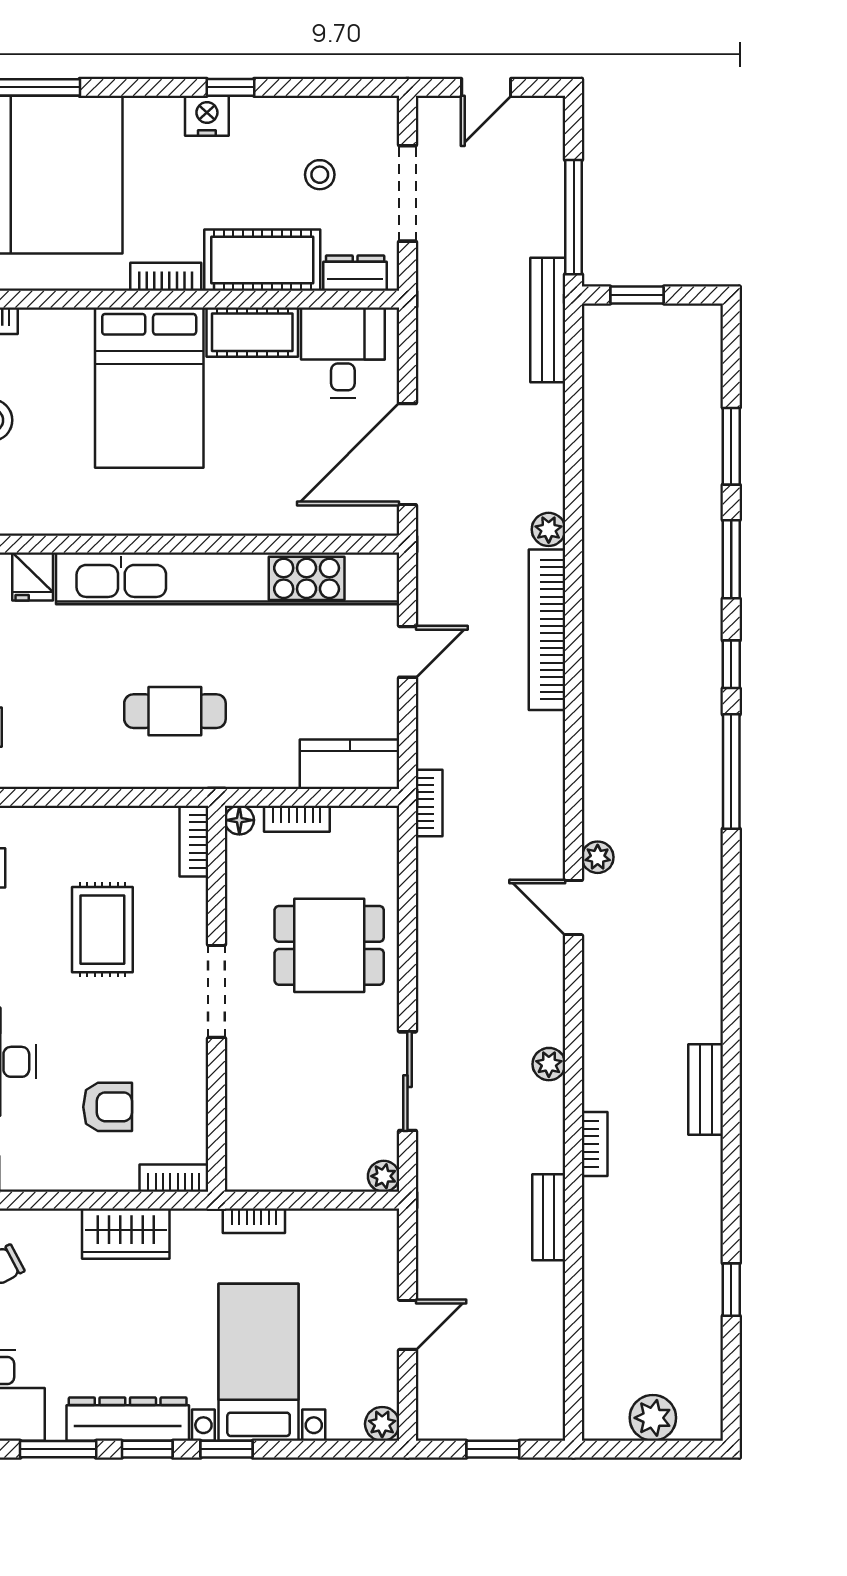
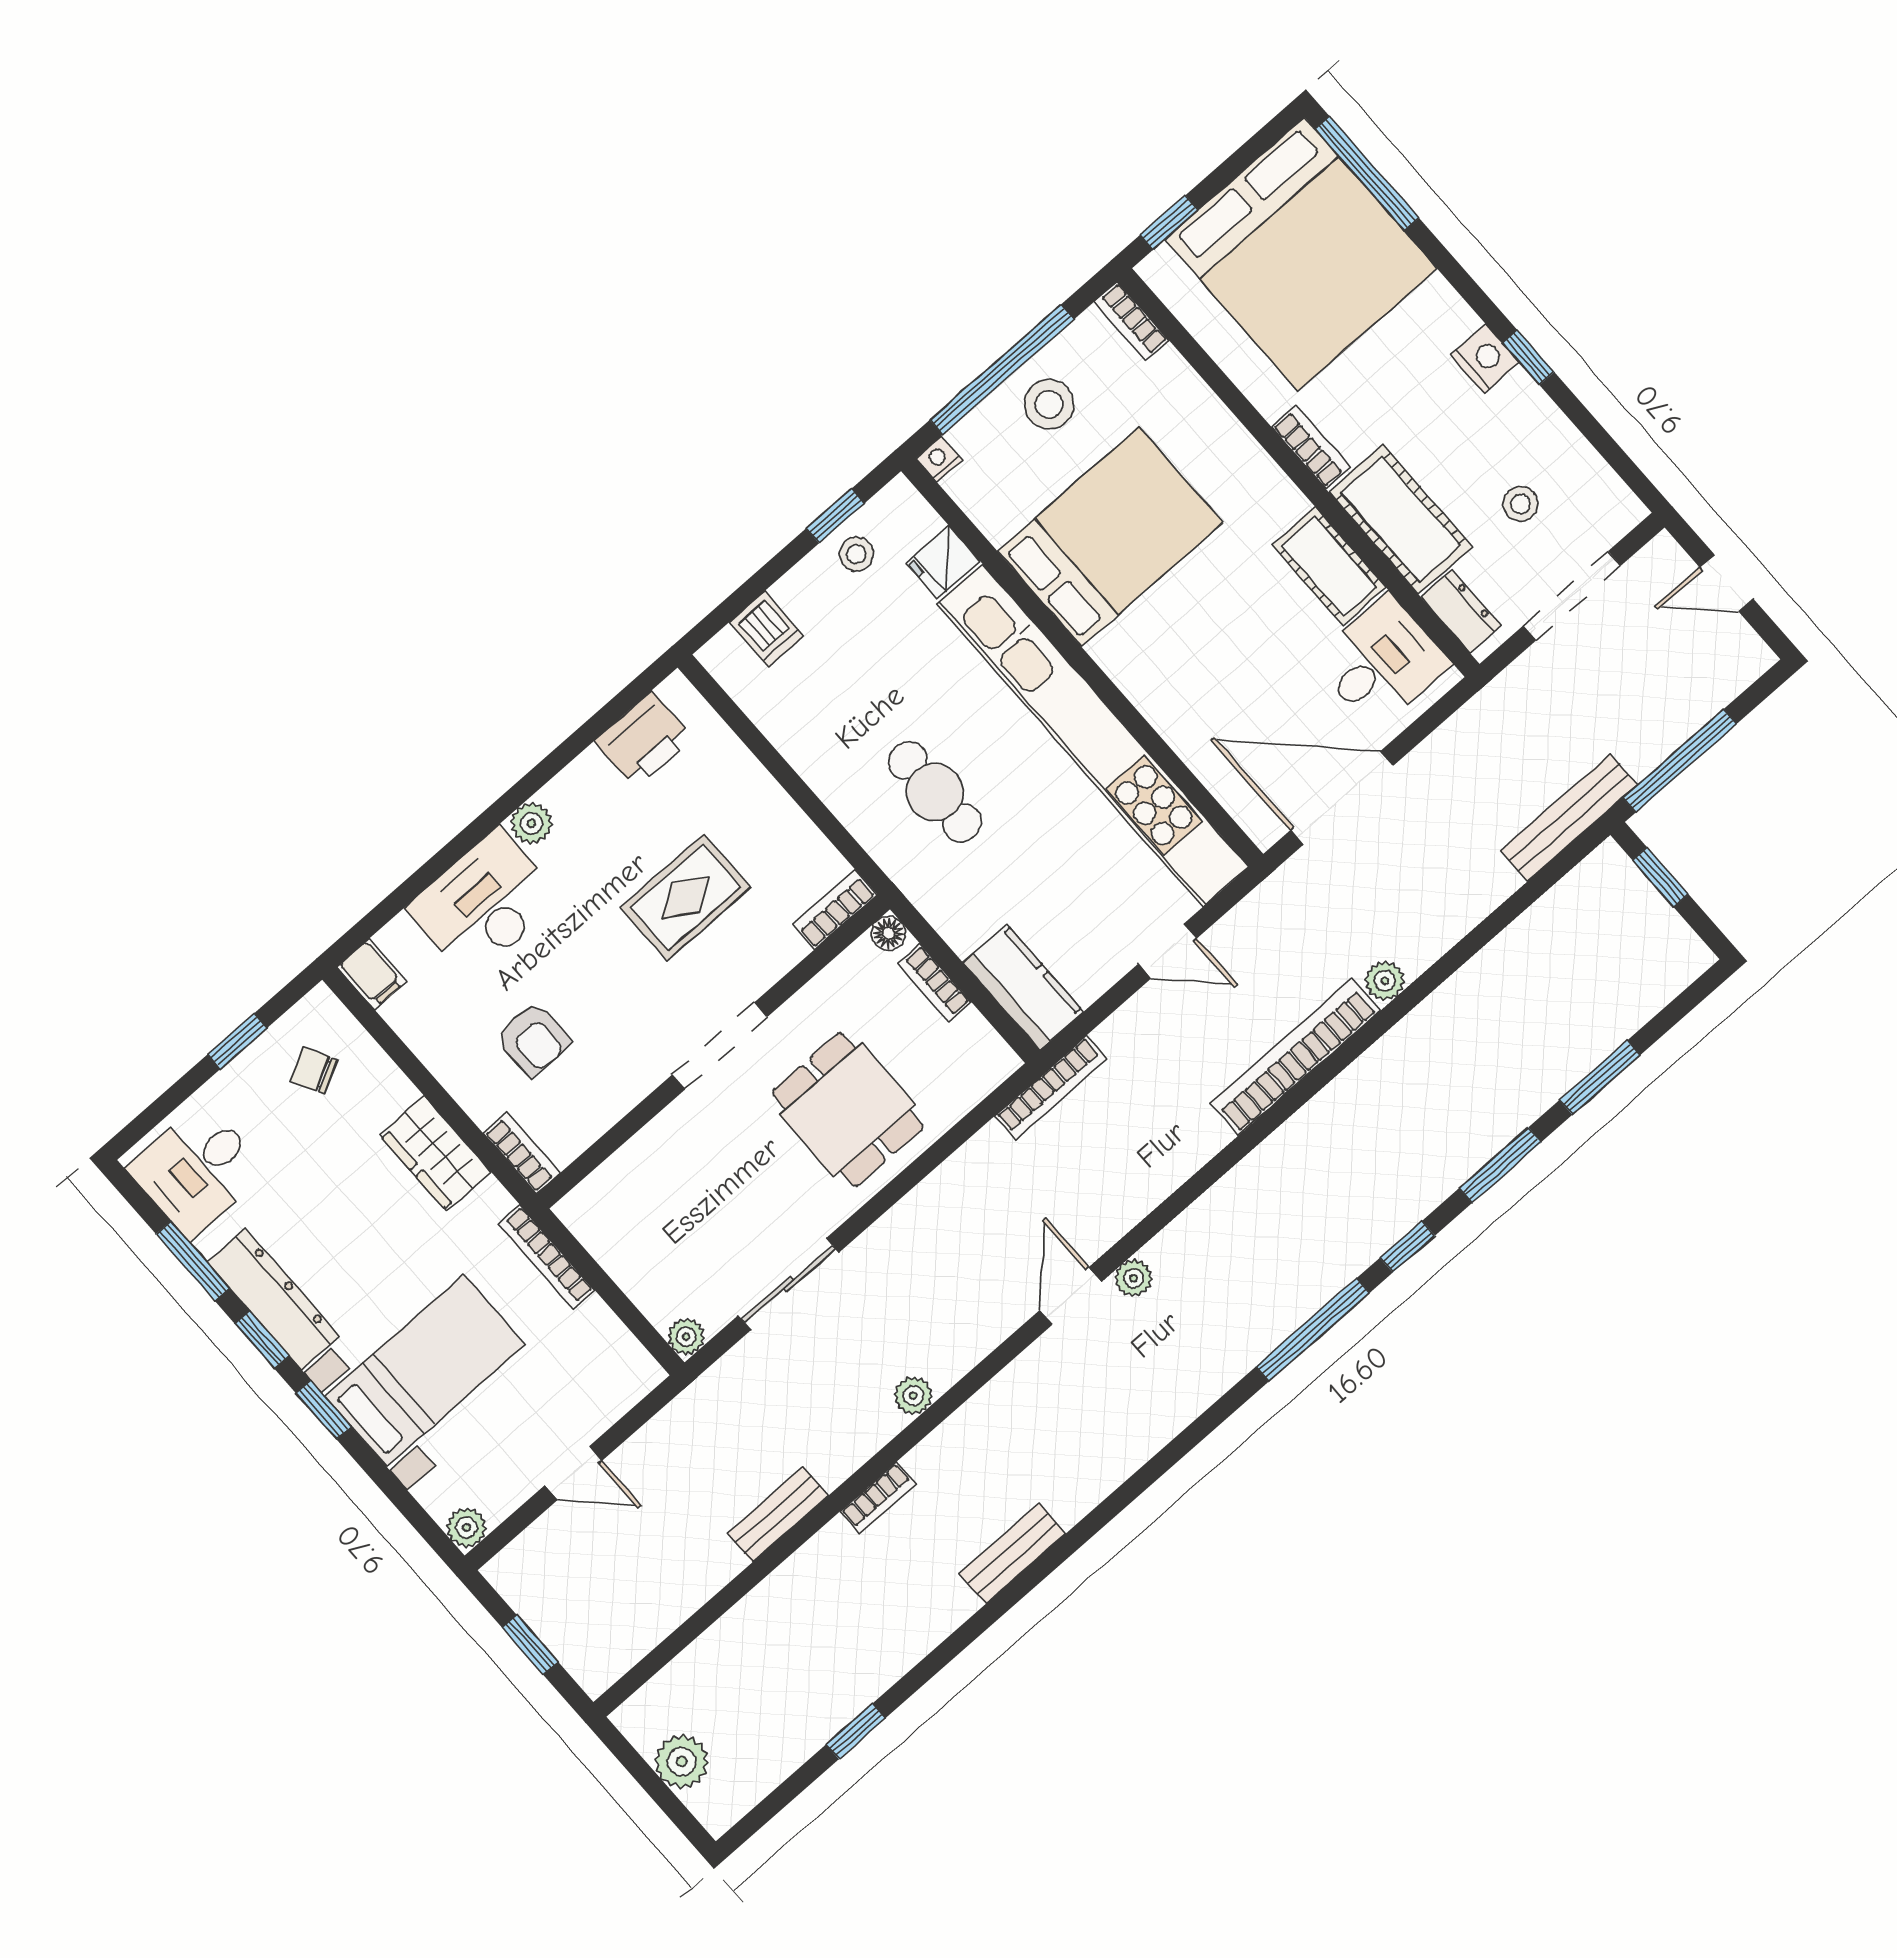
bed: (149, 388) -> (1110, 537), moved, turned 180
bookcase: (429, 803) -> (1051, 1087), width x1.56
bookcase: (254, 1221) -> (546, 1257), width x1.56

